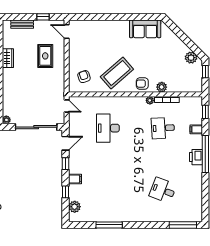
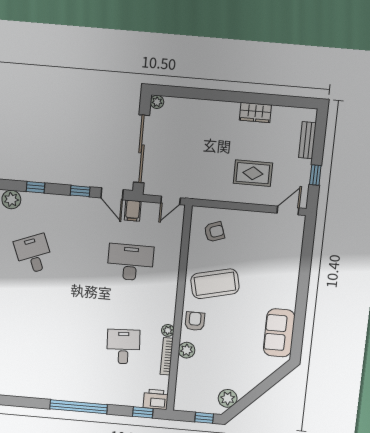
coffee table: (117, 73) -> (215, 284), turned -62
filing cabinet: (196, 129) -> (117, 397), removed
printer: (196, 157) -> (156, 399), moved
filing cabinet: (75, 179) -> (133, 211), moved
desk: (163, 190) -> (33, 254), moved, turned -42

